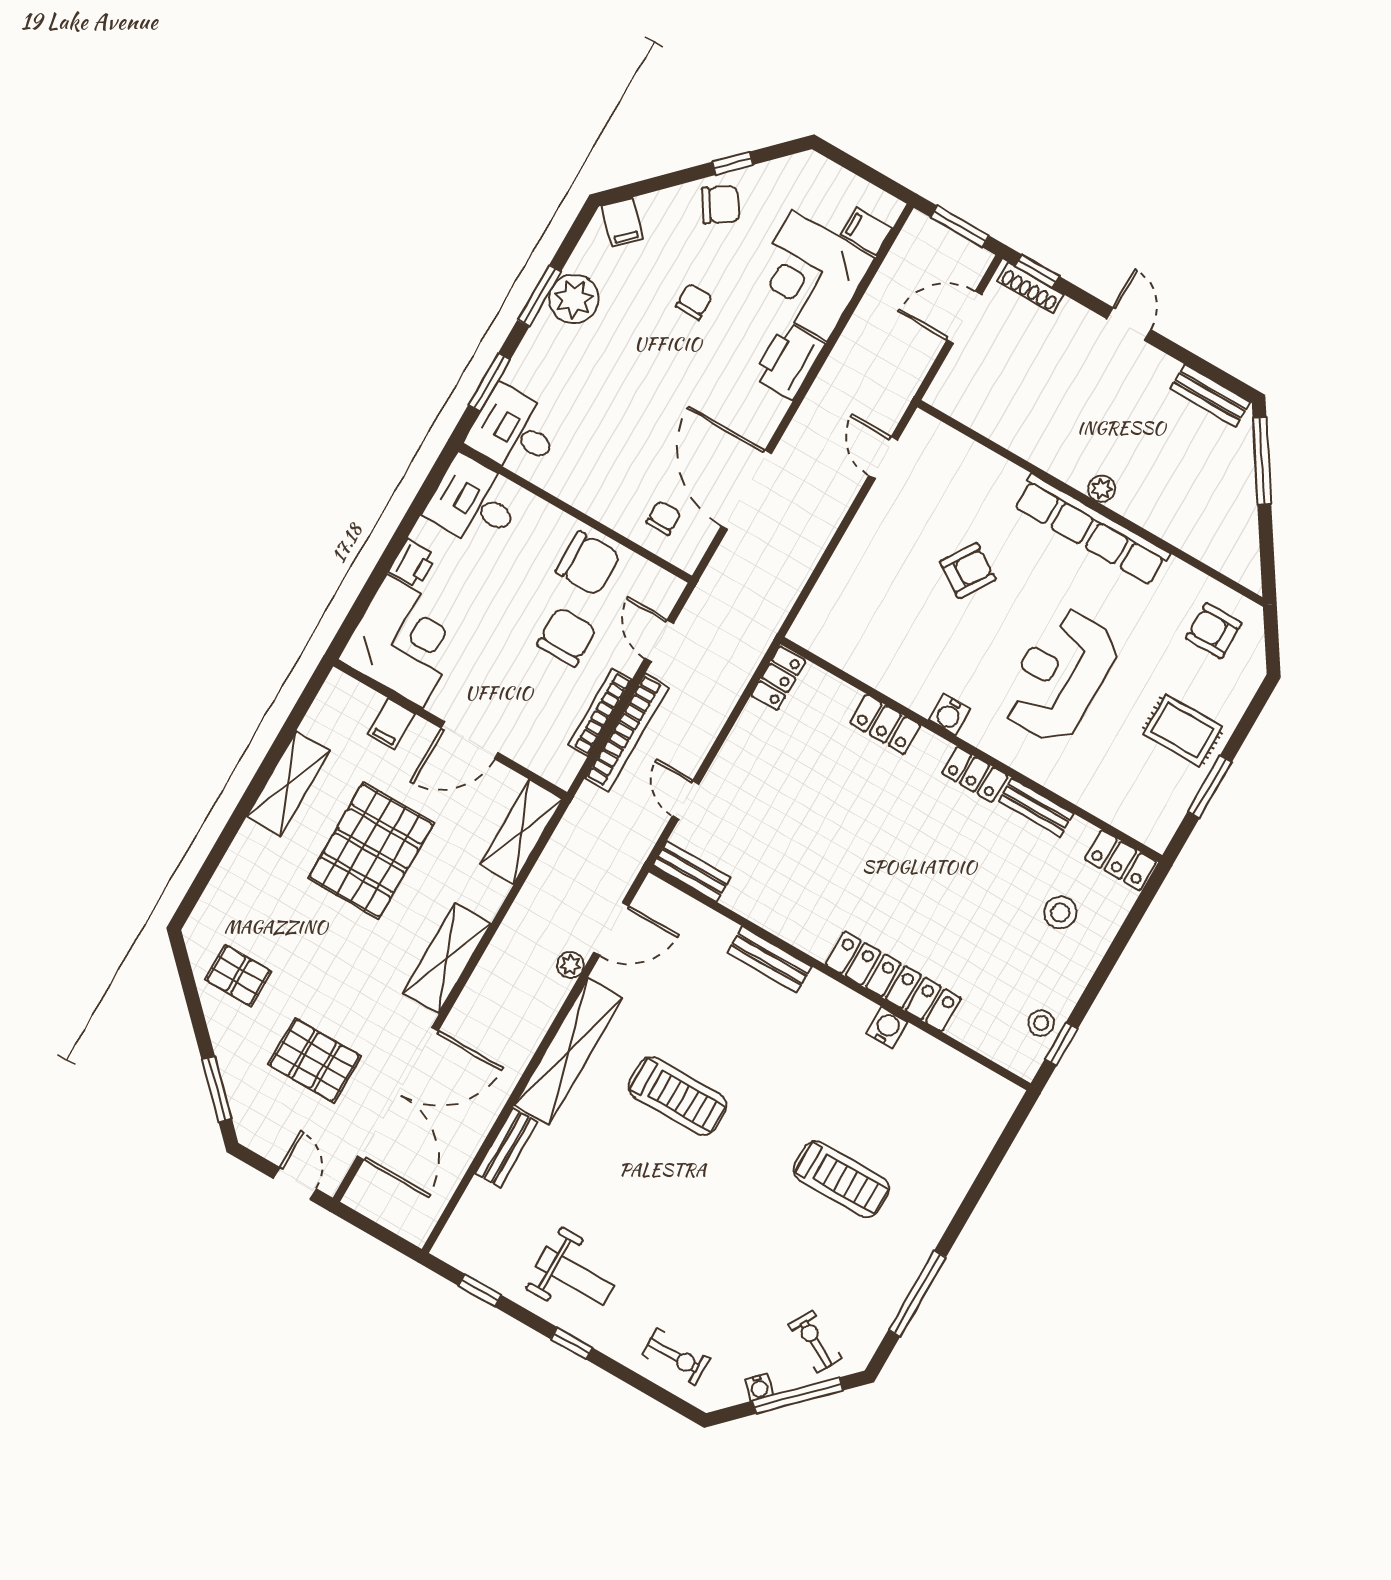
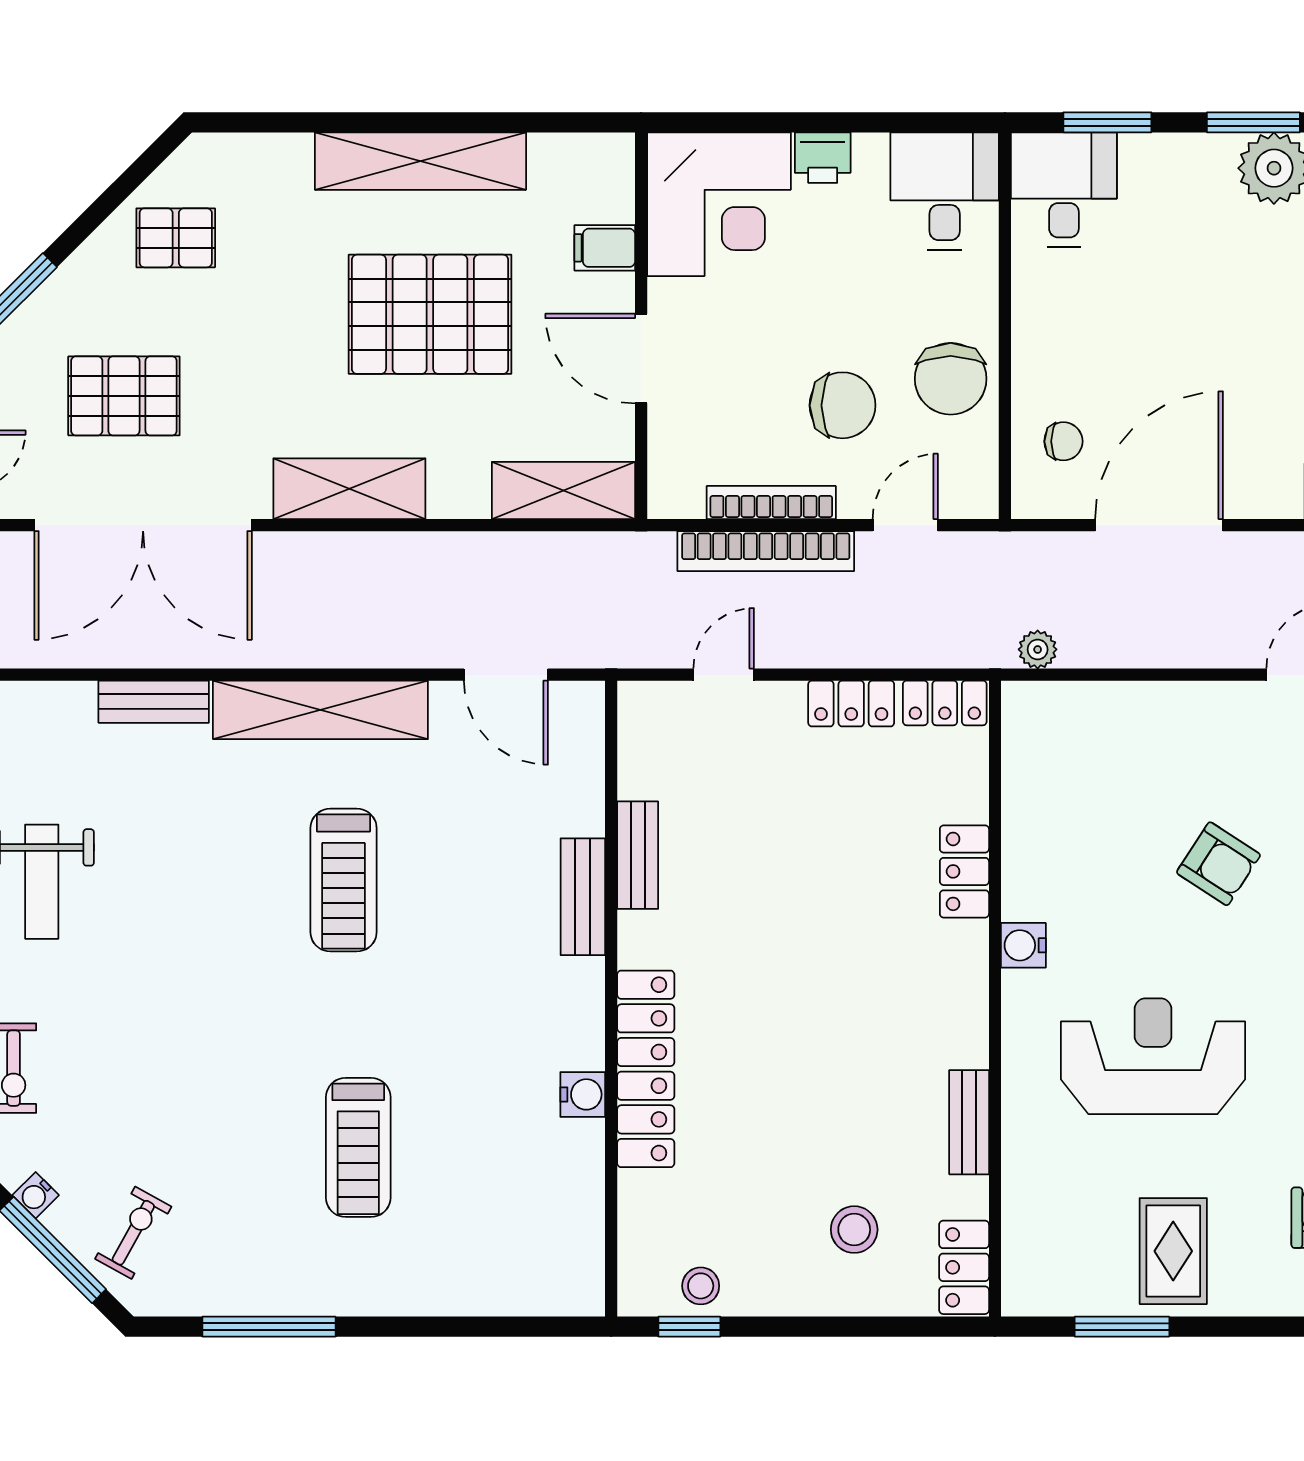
locker: (975, 774) -> (851, 704), moved, turned -90
shelving: (288, 784) -> (420, 161), width x1.47
bench: (692, 871) -> (638, 855), moved
plant: (570, 965) -> (1038, 649), moved
pallet: (238, 975) -> (176, 238), turned 90
pallet: (314, 1060) -> (124, 396), turned 90

